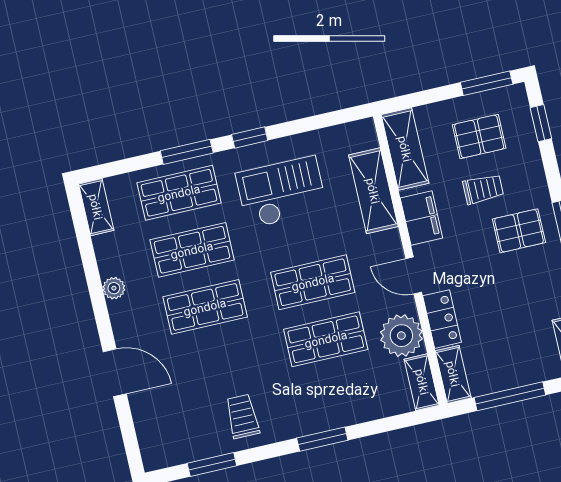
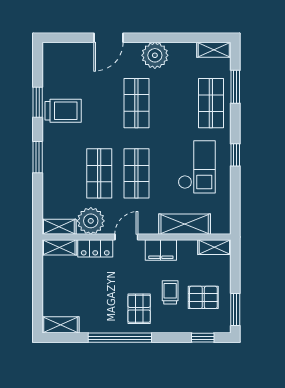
pallet: (479, 136) -> (203, 297), turned 90
shelving: (405, 149) -> (214, 247), width x0.67, depth x0.75
window: (187, 152) -> (235, 87), moved
trolley: (483, 189) -> (170, 292), turned 180
shop shelf: (192, 250) -> (174, 103), removed
plant: (114, 288) -> (155, 55), width x1.87, depth x1.87
window: (510, 396) -> (38, 280), removed
trolley: (243, 416) -> (63, 111), width x1.36, depth x1.39
window: (212, 465) -> (38, 102), moved

